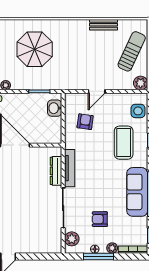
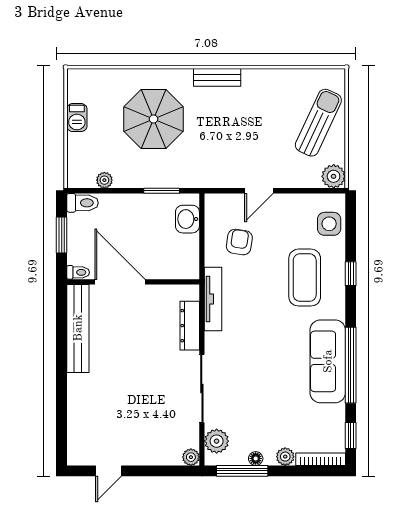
bench: (103, 25) -> (217, 77), moved
tv unit: (70, 168) -> (213, 299), moved
armchair: (100, 219) -> (264, 408), removed
plant: (57, 248) -> (191, 457), added
window: (99, 256) -> (242, 471), moved

